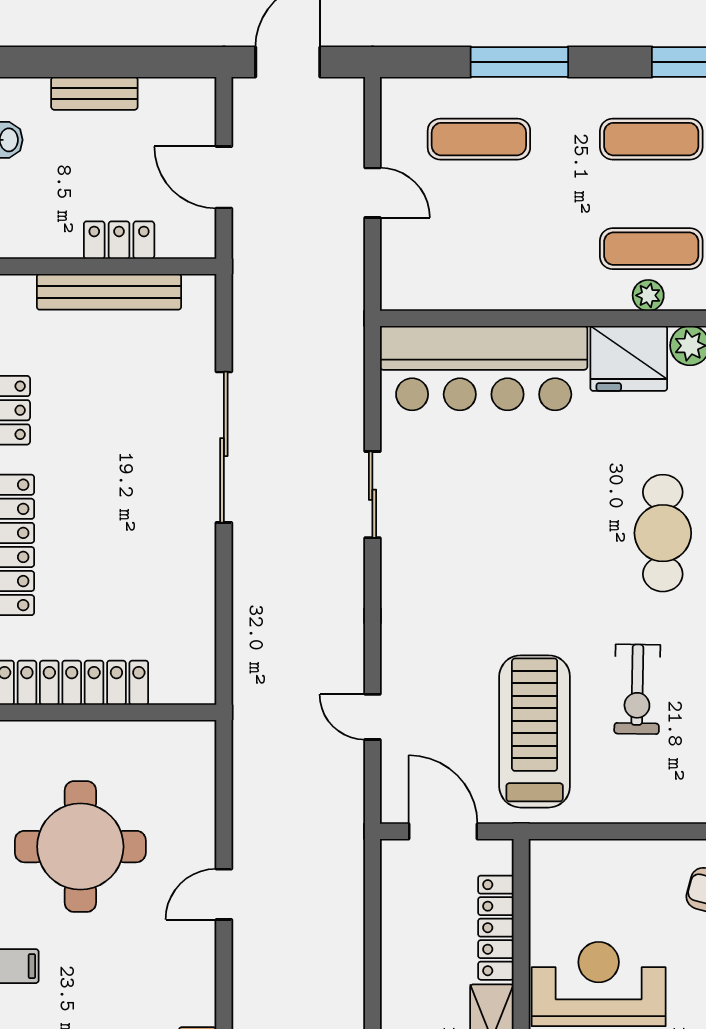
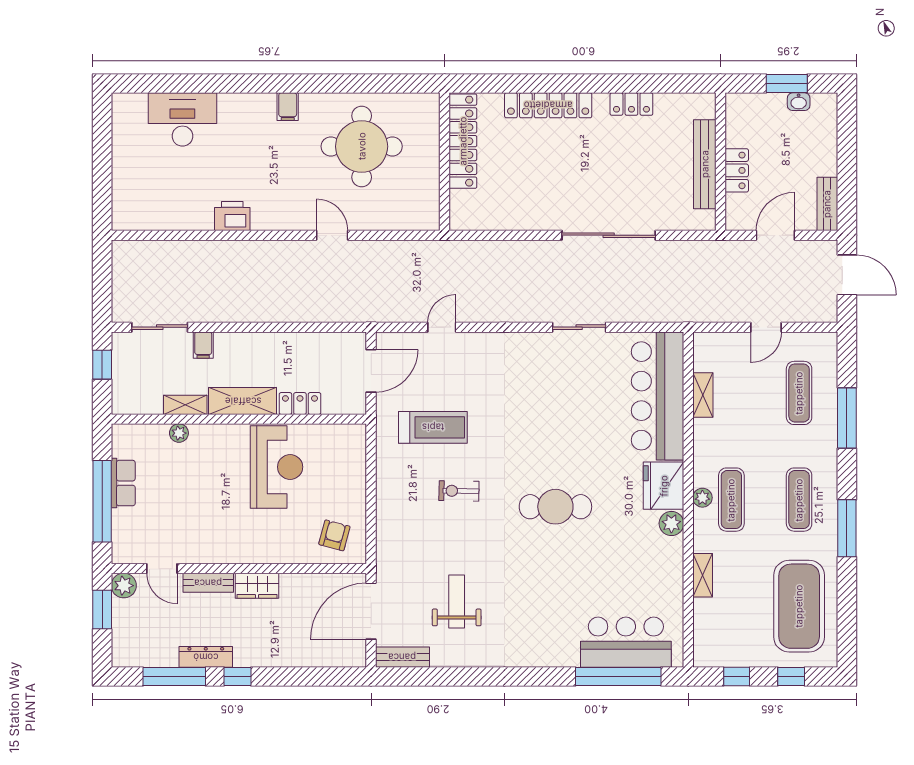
bench: (94, 93) -> (827, 204), moved
shelving: (482, 295) -> (703, 395), added
exercise bike: (637, 689) -> (459, 491), width x0.73, depth x0.72
treadmill: (535, 731) -> (433, 427), width x0.73, depth x0.73
locker: (496, 928) -> (300, 403), width x0.66

